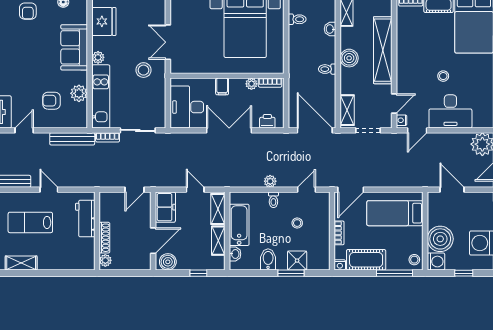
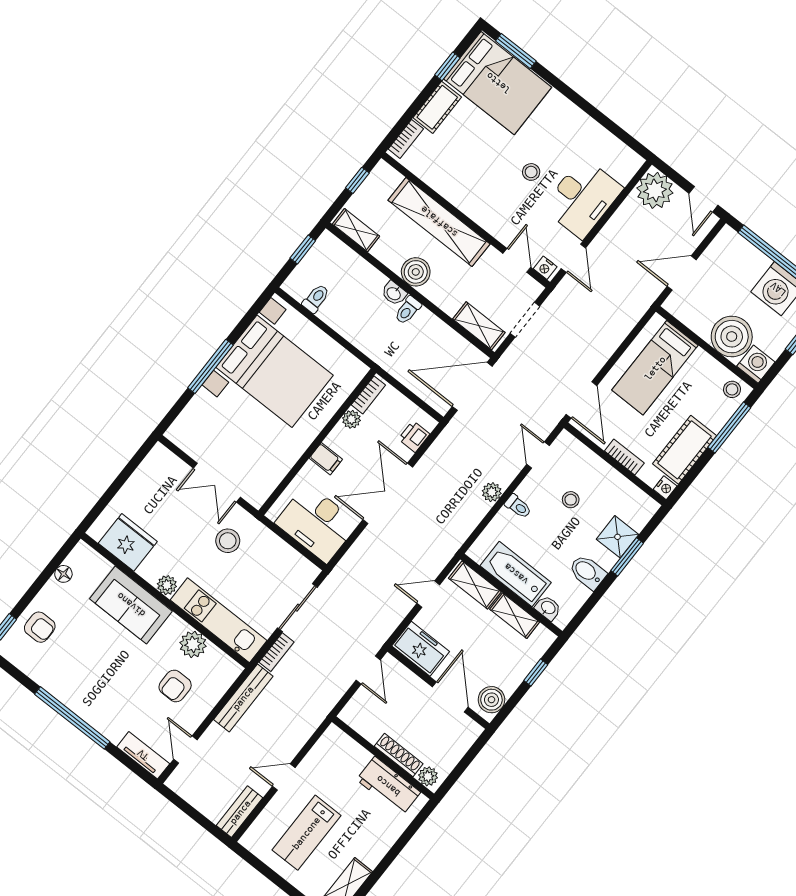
washbasin: (330, 29) -> (394, 293), moved
workbench: (85, 219) -> (388, 786), moved

